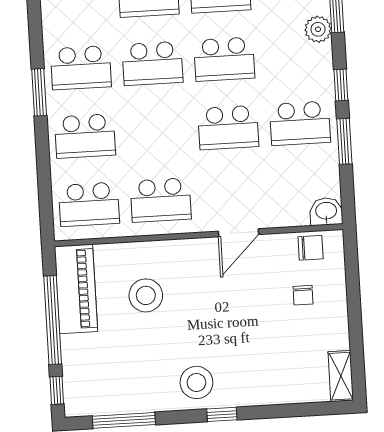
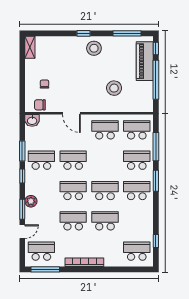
window: (44, 169) -> (156, 147), added
door: (239, 233) -> (71, 113), swing flipped
piano: (76, 289) -> (145, 61), moved

